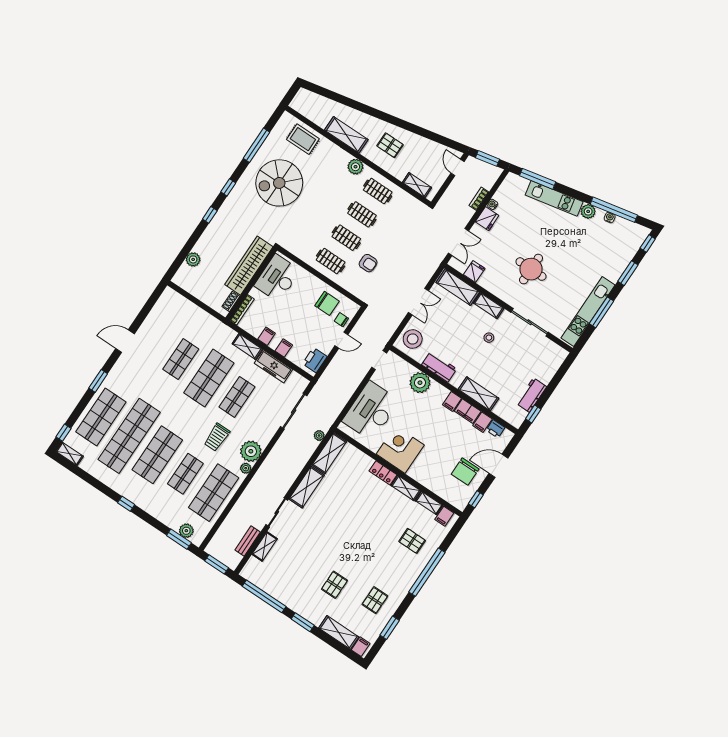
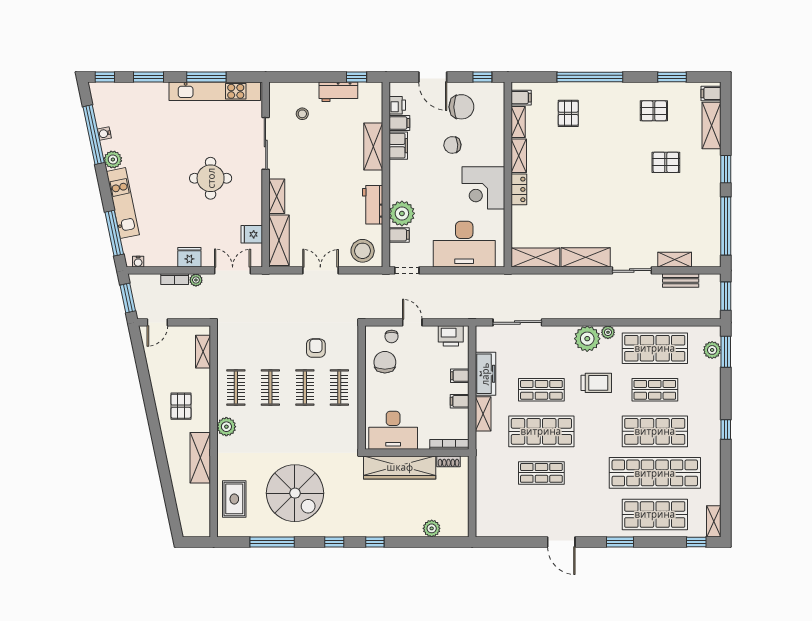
water cooler: (492, 204) -> (138, 262), moved
stool: (489, 338) -> (302, 114), moved
filing cabinet: (452, 401) -> (399, 235), moved
plant: (319, 435) -> (196, 280), moved
chair: (443, 448) -> (452, 145), added

